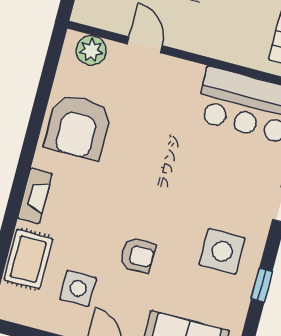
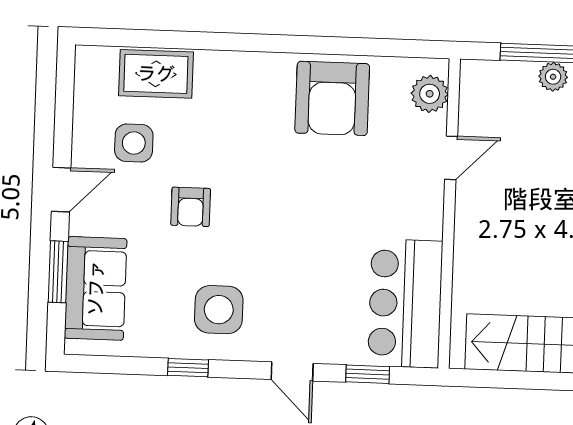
armchair: (78, 127) -> (332, 98), turned -90
fireplace: (35, 196) -> (236, 65), removed

